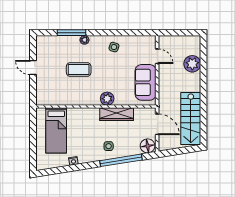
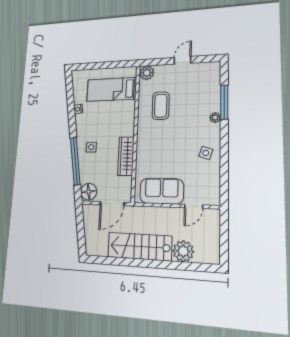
coffee table: (79, 69) -> (161, 106), moved
plant: (107, 99) -> (147, 73), moved
stairs: (191, 119) -> (140, 247), moved

